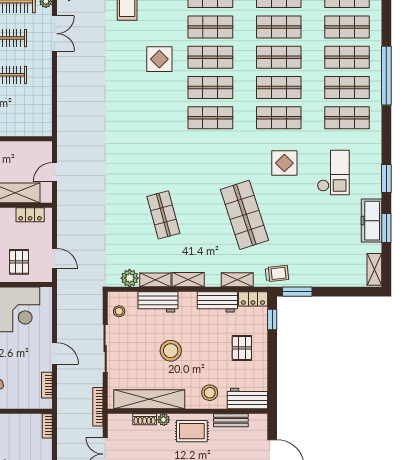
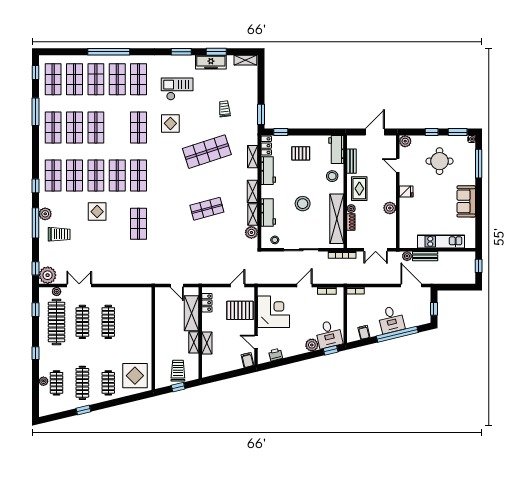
shop shelf: (279, 88) -> (139, 224), moved
pallet: (19, 262) -> (240, 310), width x1.50, depth x1.42
trolley: (277, 274) -> (224, 109), moved

